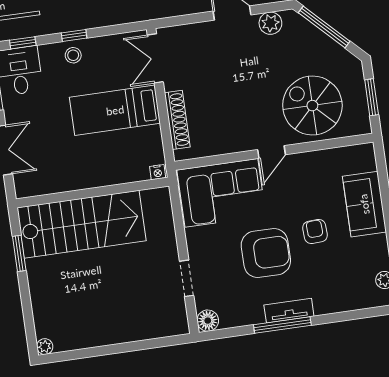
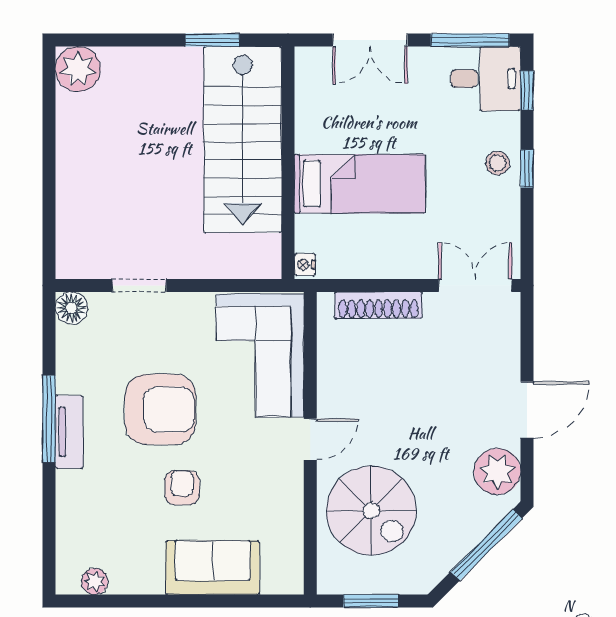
plant: (270, 23) -> (497, 471), width x1.36, depth x1.36
spiral stairs: (312, 106) -> (371, 511), turned 90
bed: (115, 110) -> (360, 184), moved, turned 90
door: (271, 152) -> (310, 439), swing flipped
armchair: (315, 232) -> (182, 488), turned -87
armchair: (266, 253) -> (160, 409), turned -90
plant: (45, 347) -> (78, 69), width x1.87, depth x1.87

